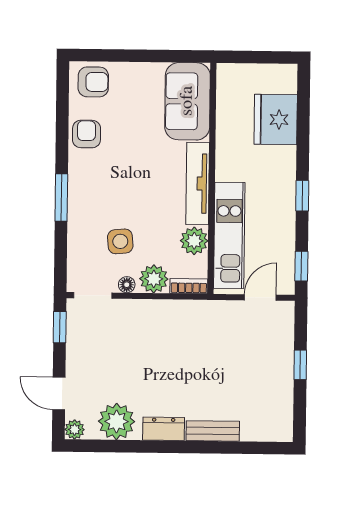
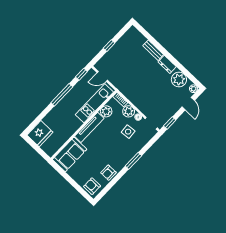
fridge: (276, 119) -> (40, 134), moved
window: (302, 196) -> (62, 95), width x2.17

